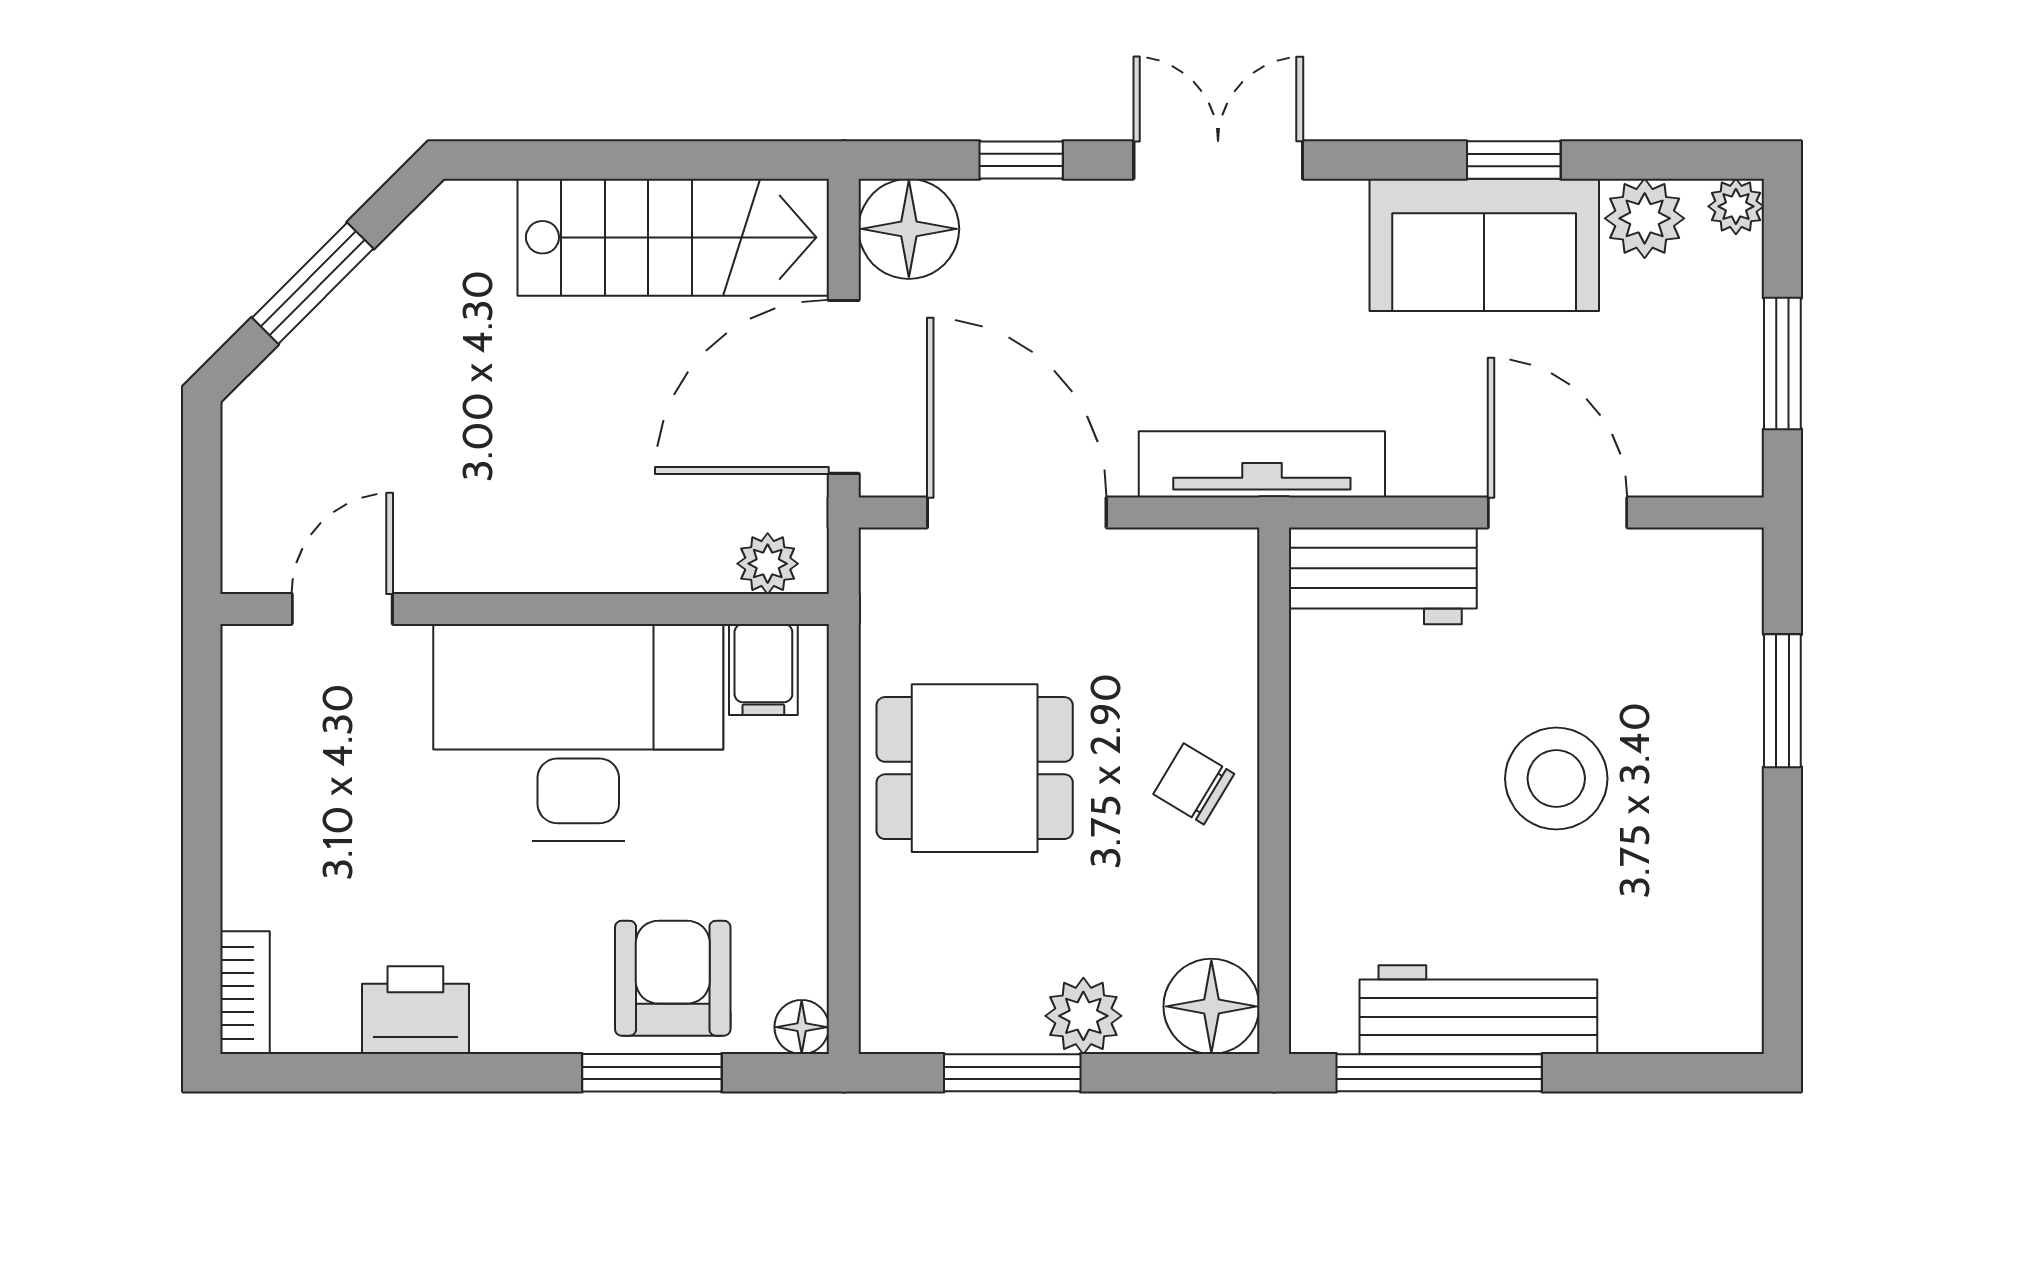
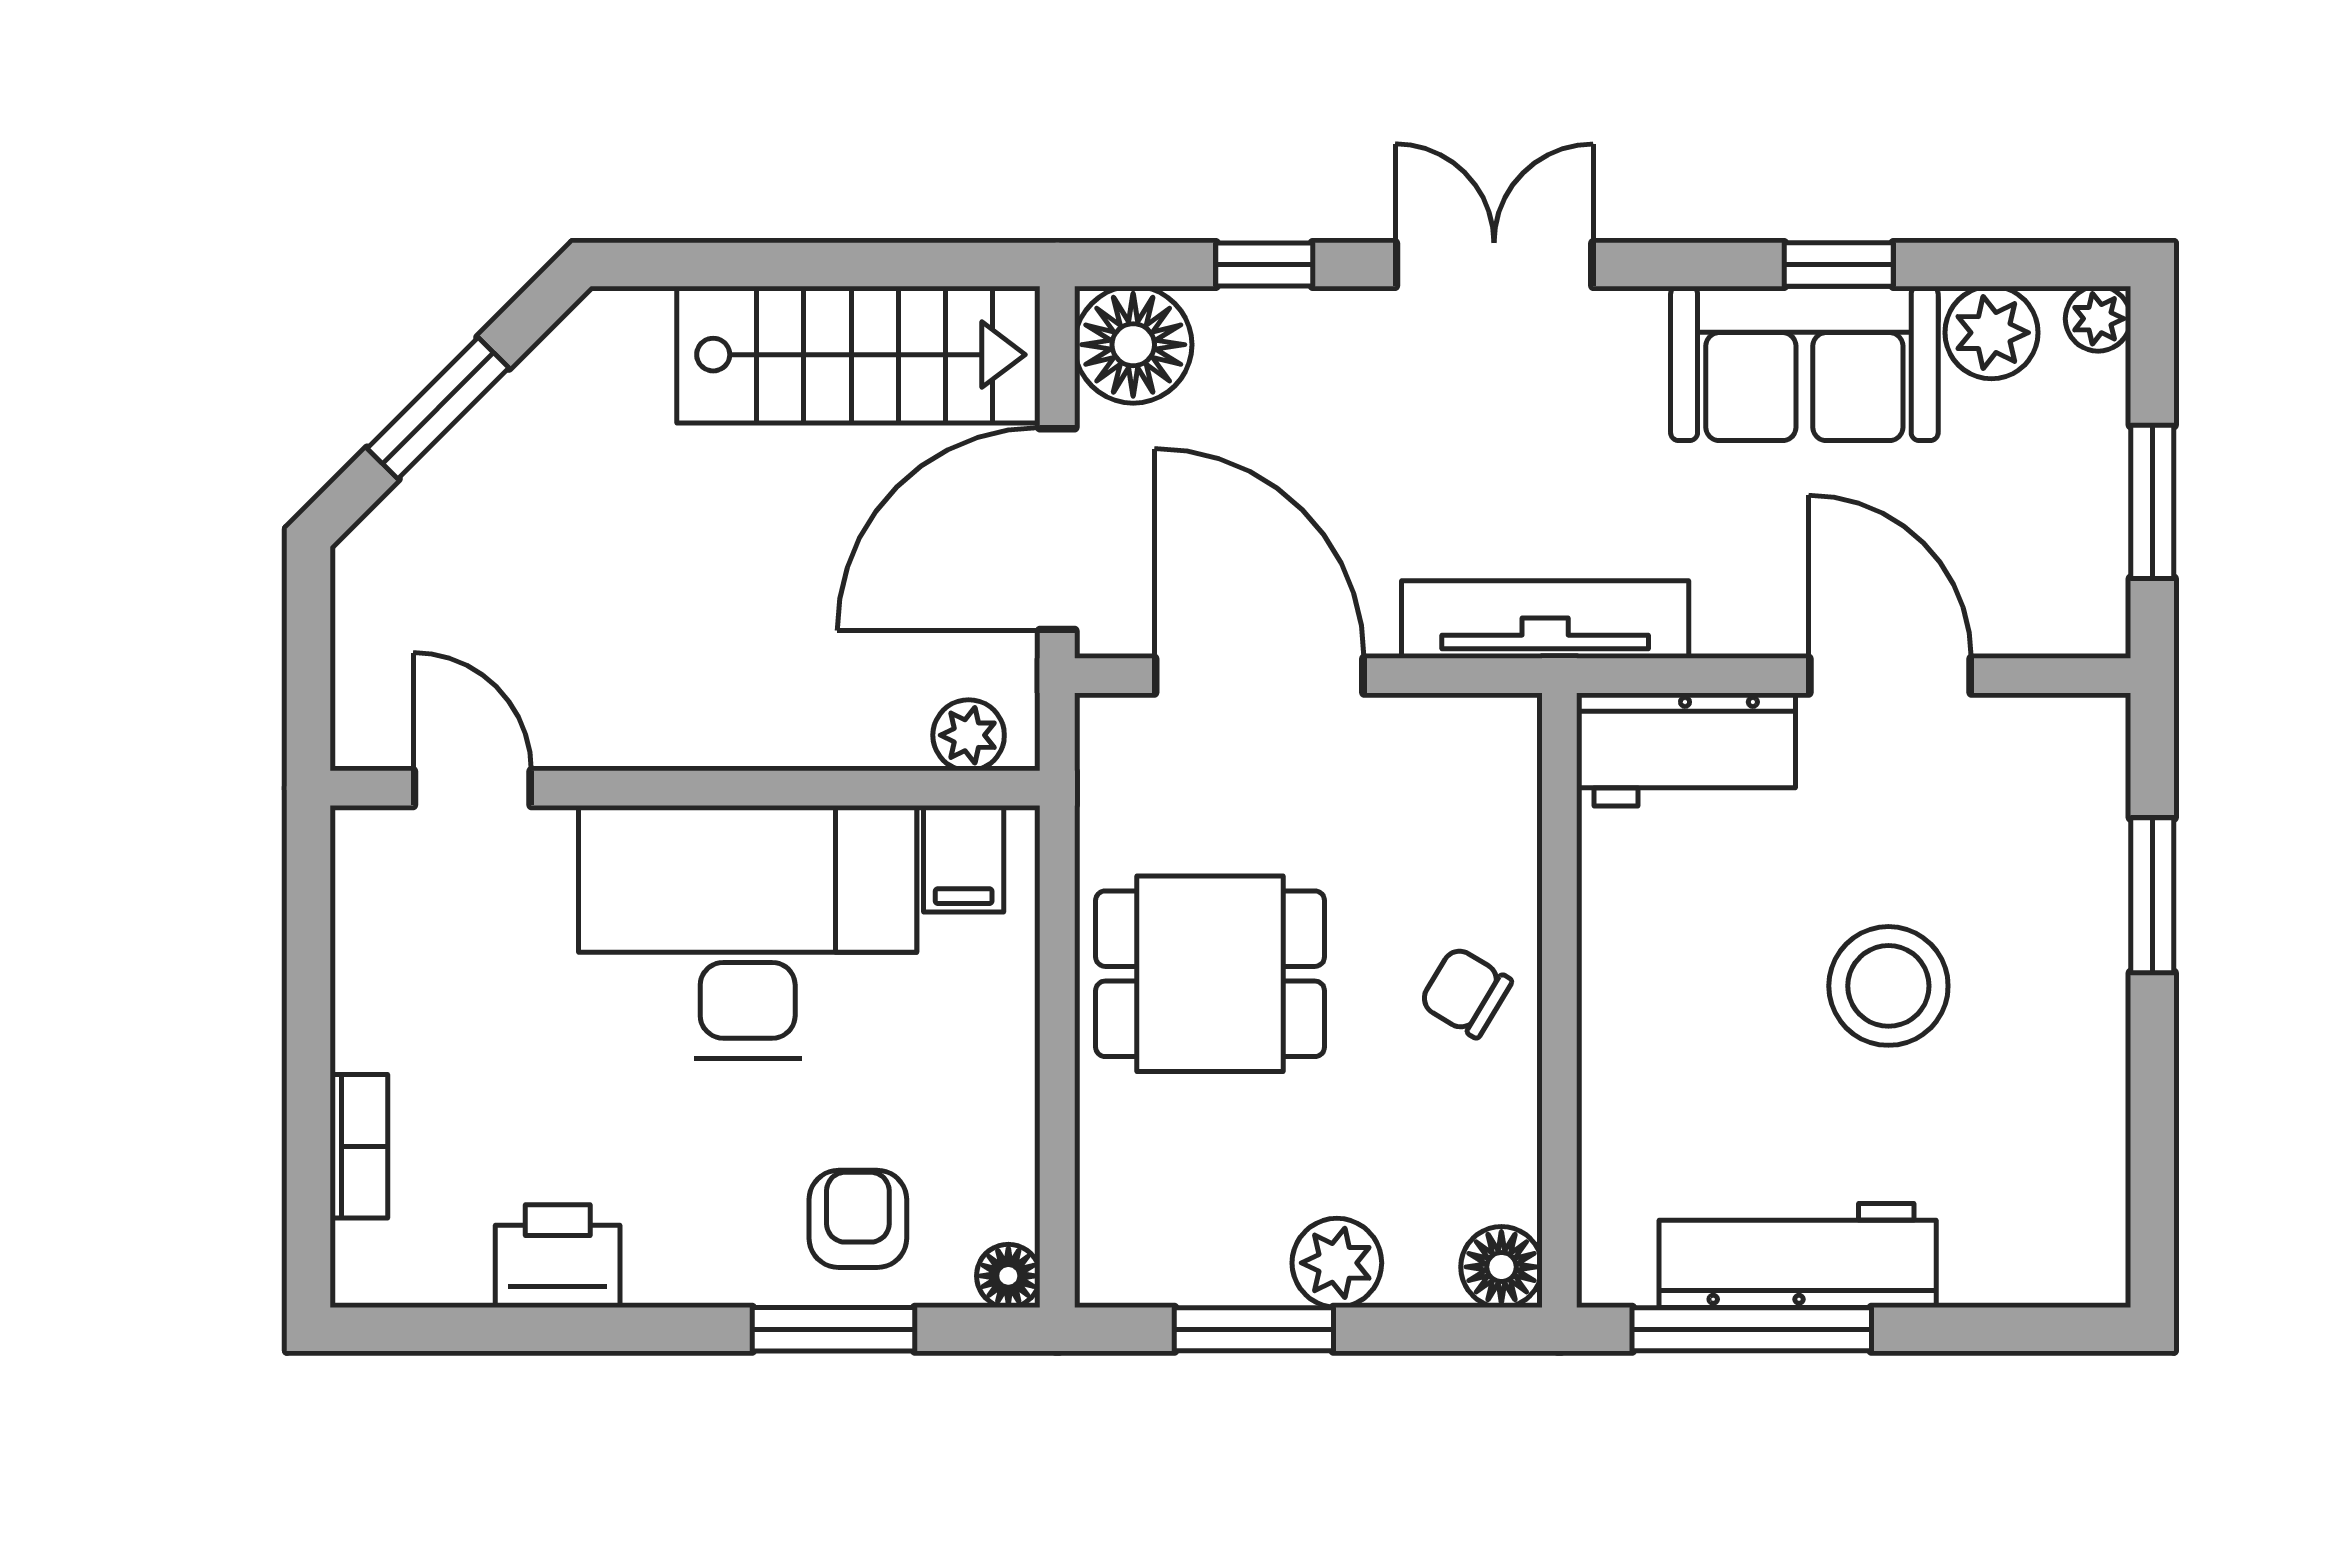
door: (342, 609) -> (472, 788), hinge flipped
armchair: (673, 978) -> (858, 1219), width x0.72, depth x0.72
bookcase: (245, 993) -> (359, 1146), moved
floor lamp: (1211, 1006) -> (1501, 1267), width x0.73, depth x0.73

